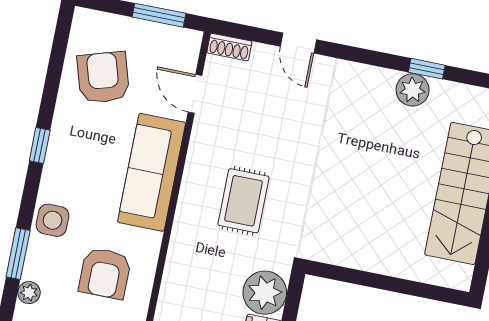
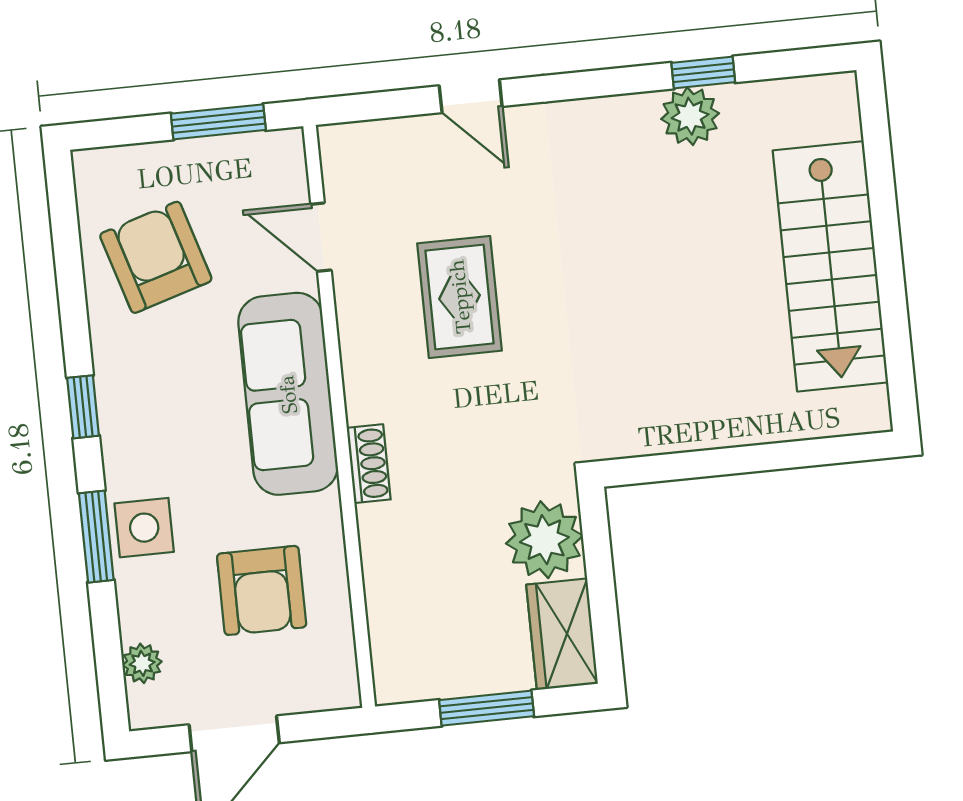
shoe rack: (229, 47) -> (369, 464), moved, turned -90
rug: (243, 201) -> (460, 297), moved
window: (18, 254) -> (96, 537), moved

